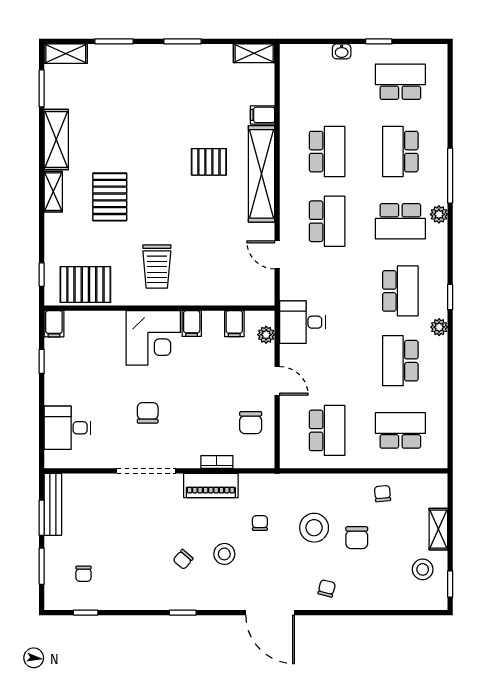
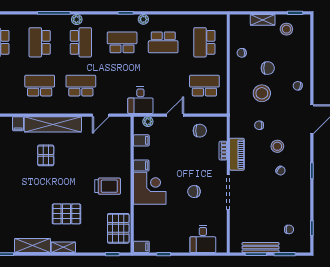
school desk: (400, 152) -> (40, 42), turned 90
bench: (53, 504) -> (261, 248), moved

